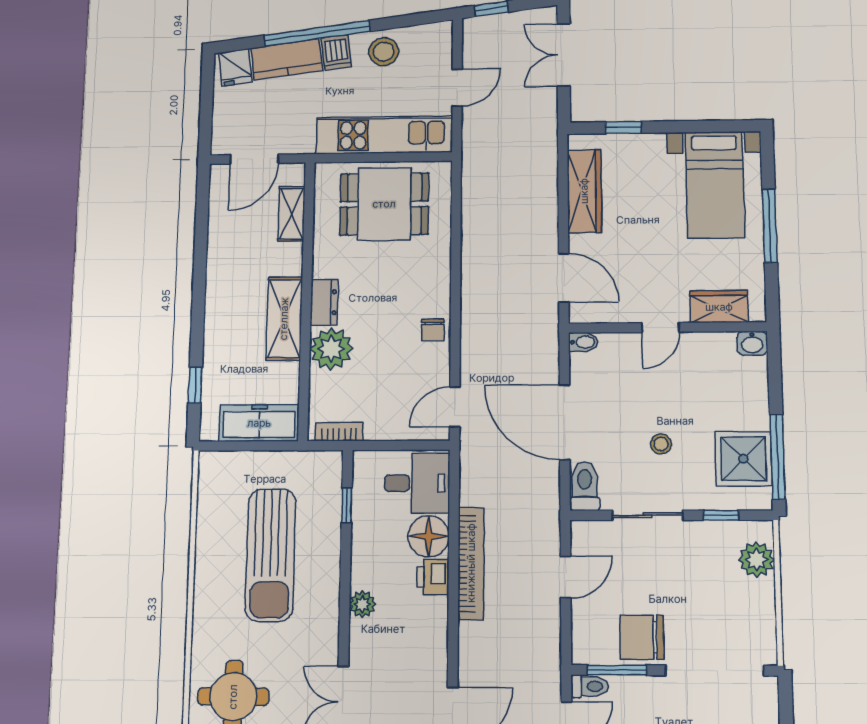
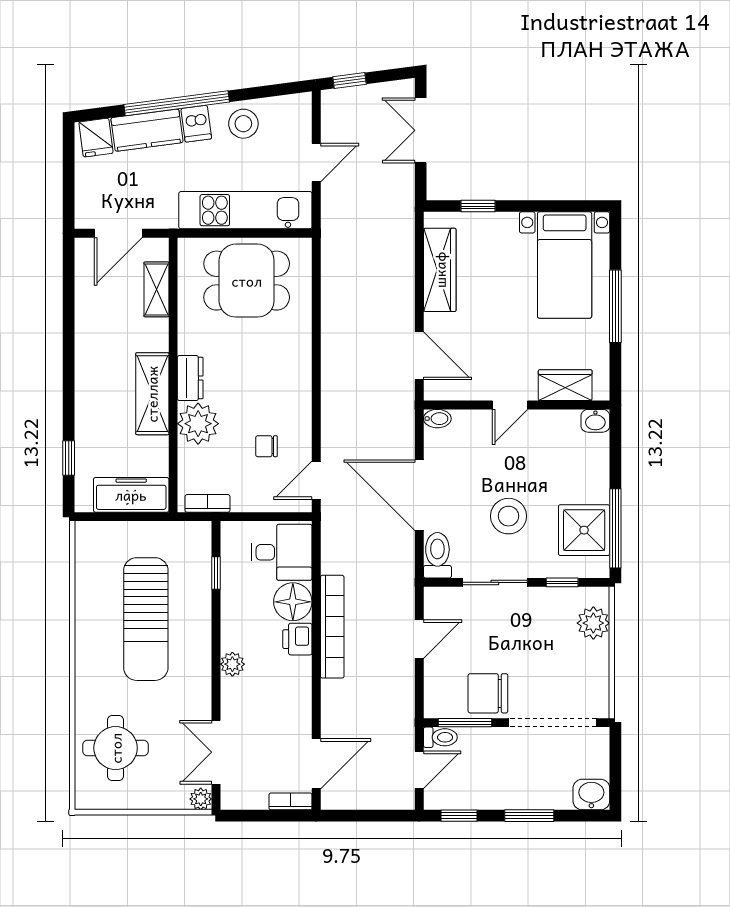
chair: (433, 330) -> (266, 446), moved, turned 90
stool: (661, 444) -> (509, 516), width x1.89, depth x1.89

